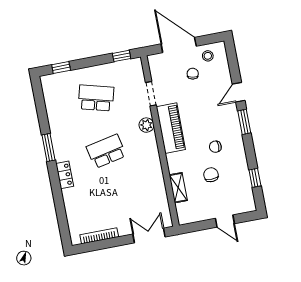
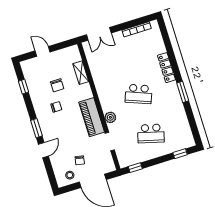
school desk: (106, 151) -> (139, 94), turned 33
locker: (65, 175) -> (166, 68), width x1.53

